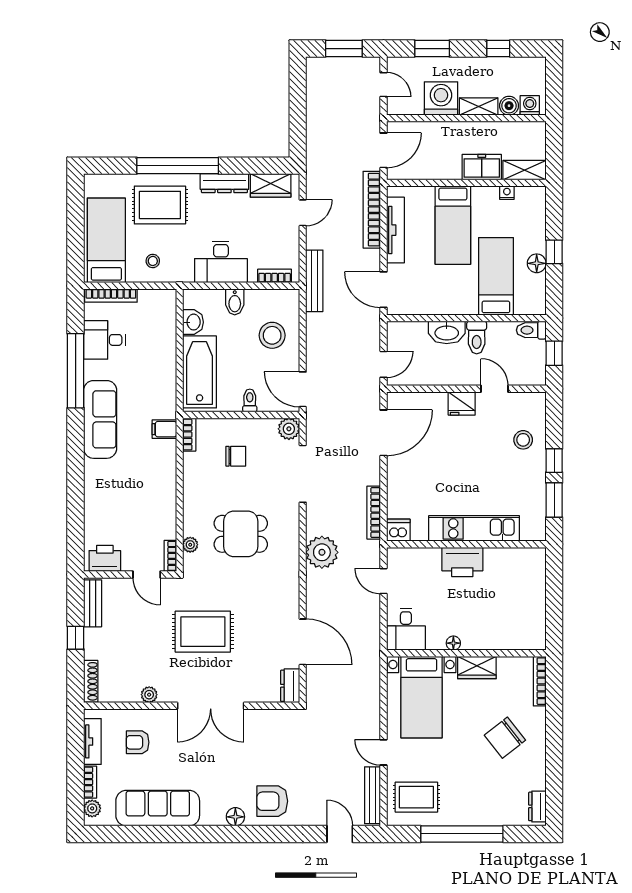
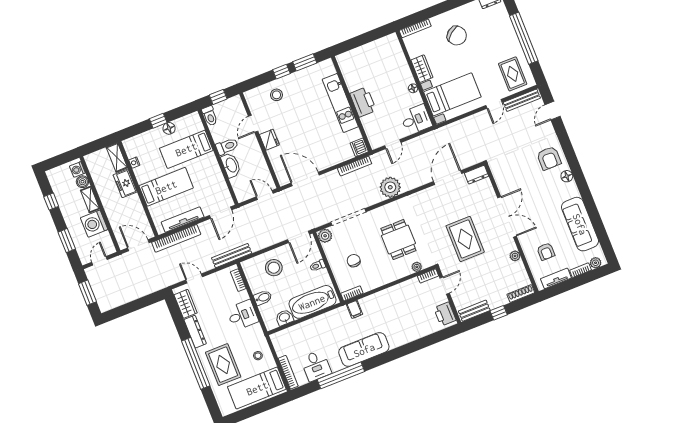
desk: (221, 262) -> (242, 315), width x0.73

